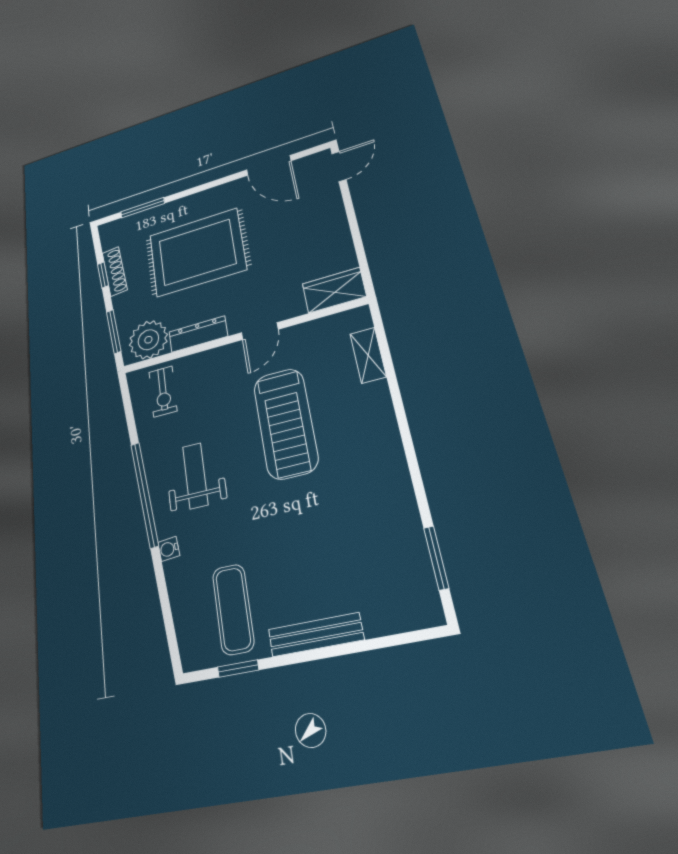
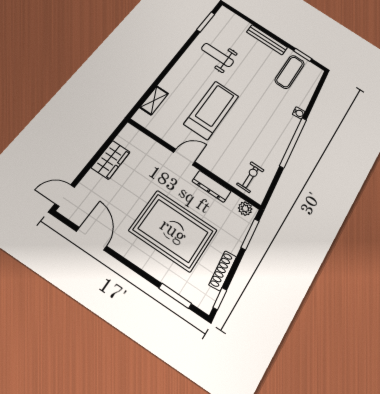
window: (103, 275) -> (220, 299), moved
wardrobe: (334, 290) -> (111, 160), moved, turned -90
plant: (148, 340) -> (245, 209), width x0.53, depth x0.53
weight bench: (195, 476) -> (218, 55), moved, turned 90

